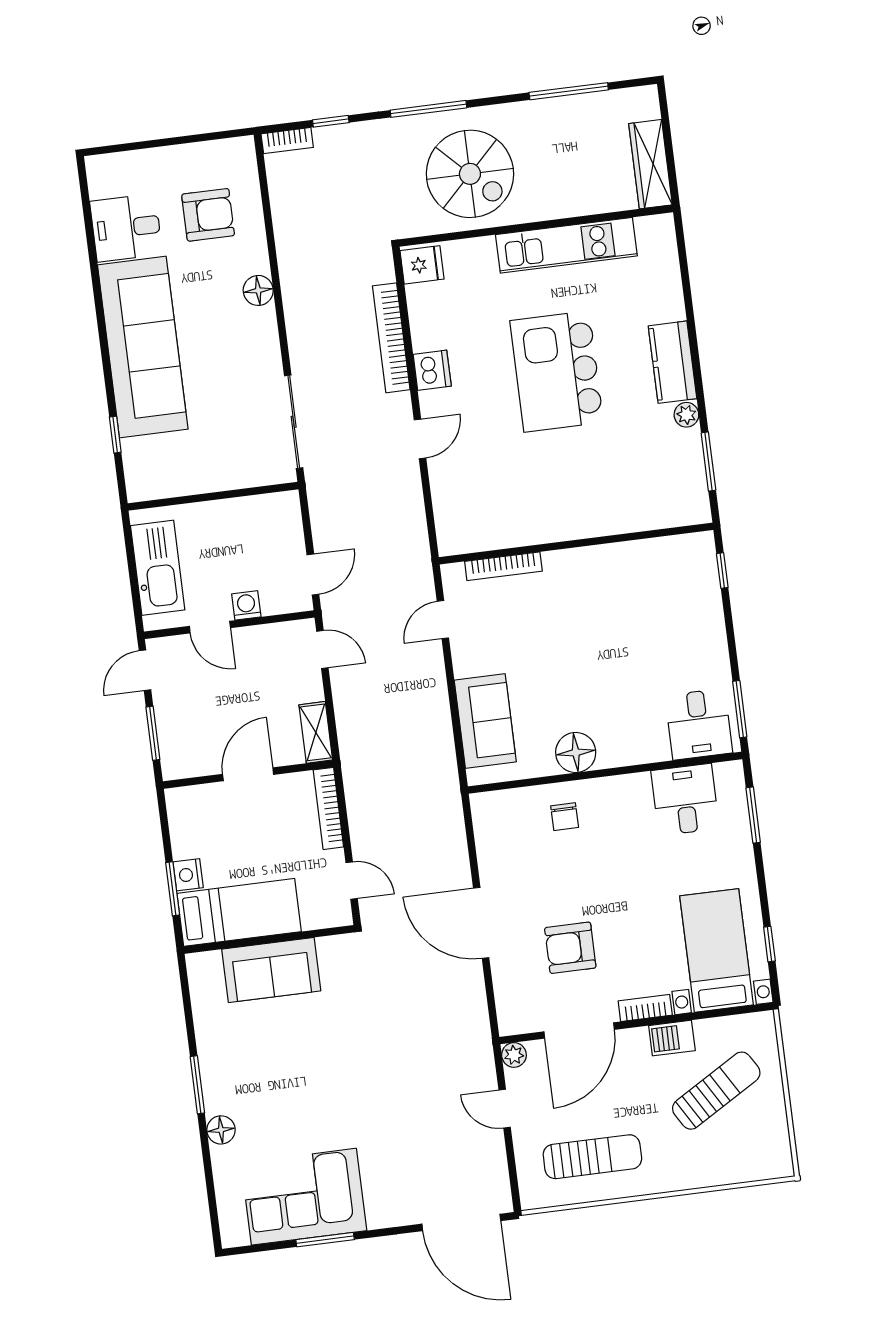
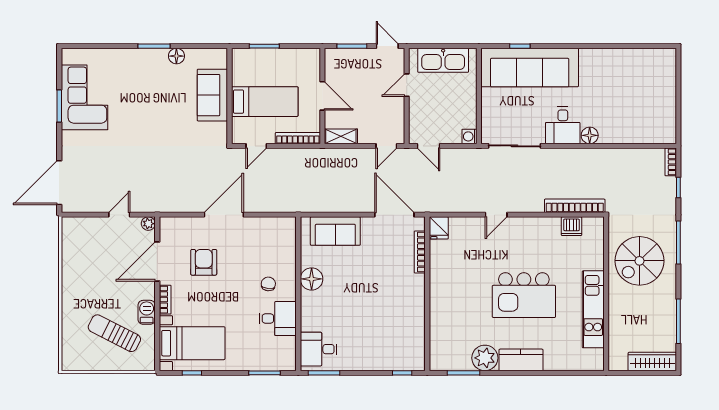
wardrobe: (650, 164) -> (652, 362), moved
armchair: (208, 215) -> (635, 113), removed
desk: (126, 228) -> (563, 125), moved, turned 180
fridge: (422, 265) -> (439, 228), moved
bookcase: (391, 338) -> (575, 206), moved
sofa: (143, 347) -> (530, 68), moved
dishwasher: (432, 370) -> (572, 226), moved
kitchen island: (557, 372) -> (524, 295), turned 180
plant: (686, 415) -> (485, 358), width x1.88, depth x1.88
door: (420, 439) -> (496, 215), hinge flipped
washing machine: (246, 605) -> (469, 136), moved, turned 180
door: (443, 620) -> (394, 215), width x1.88
desk: (685, 800) -> (278, 318), moved
chair: (565, 817) -> (268, 284), moved, turned 96
nightstand: (188, 875) -> (271, 56), removed
bed: (239, 912) -> (265, 102), moved, turned -90
door: (579, 1031) -> (157, 261), hinge flipped
sun lounger: (716, 1091) -> (114, 333), turned 148
floor lamp: (221, 1130) -> (176, 56), moved
sun lounger: (592, 1157) -> (86, 260), removed

